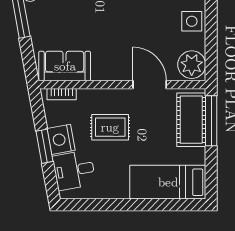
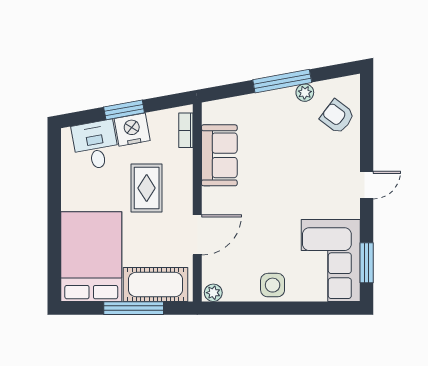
plant: (192, 65) -> (213, 293), width x0.53, depth x0.53
sofa: (65, 66) -> (219, 155), moved
window: (211, 121) -> (134, 308), moved
bed: (168, 182) -> (91, 257), width x1.50

